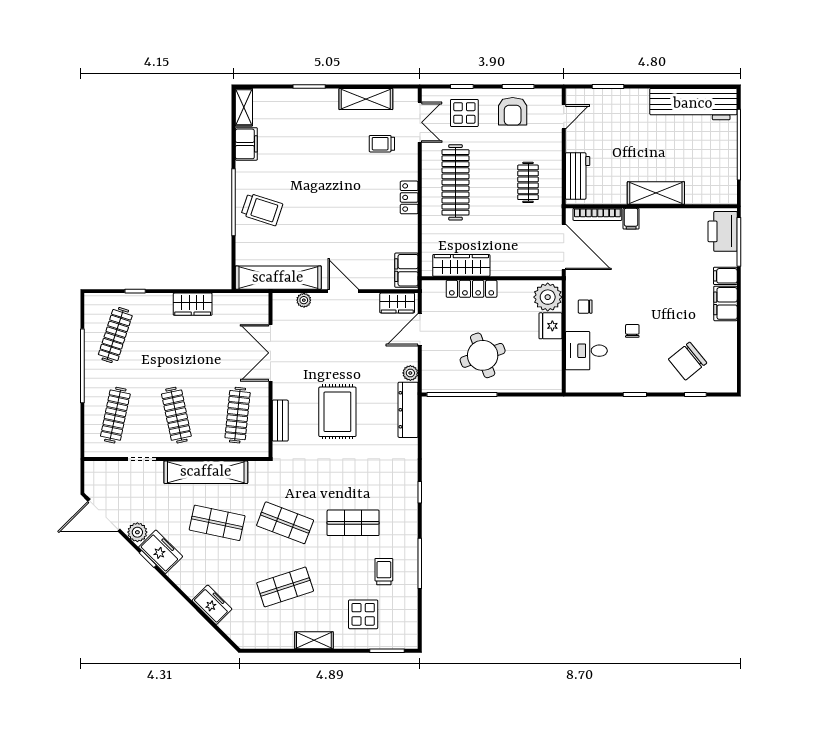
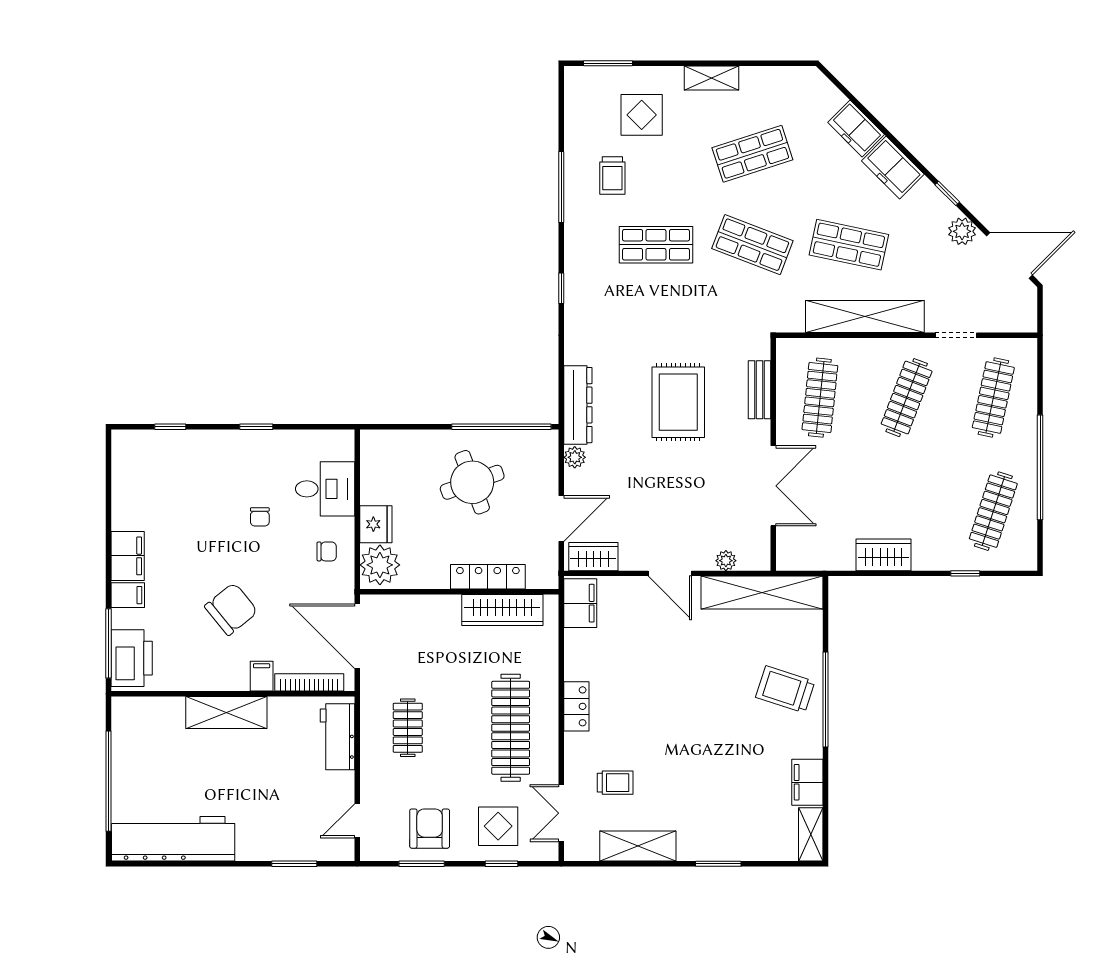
chair: (688, 361) -> (231, 609), moved
clothes rail: (176, 415) -> (907, 398), turned 33
freezer: (161, 552) -> (893, 167), moved

